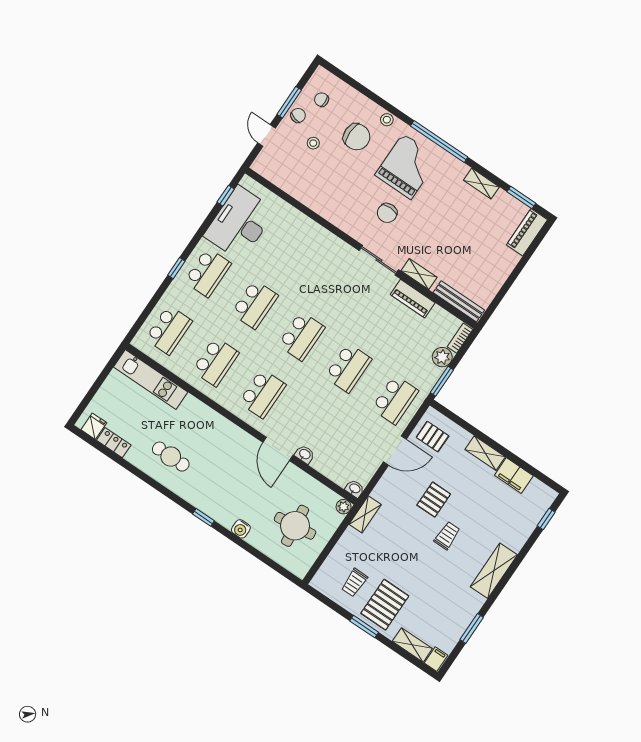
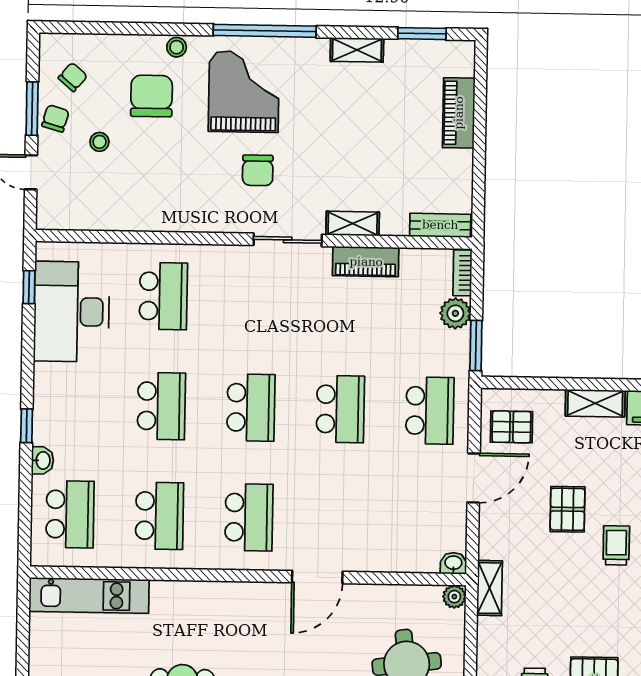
chair: (322, 100) -> (73, 77), turned 131
chair: (357, 137) -> (151, 96), turned -90
piano: (527, 232) -> (459, 113), moved
school desk: (208, 273) -> (163, 296), moved
bench: (459, 301) -> (440, 225), width x0.73
door: (278, 449) -> (317, 577), hinge flipped
washbasin: (305, 454) -> (42, 460), moved, turned 90

